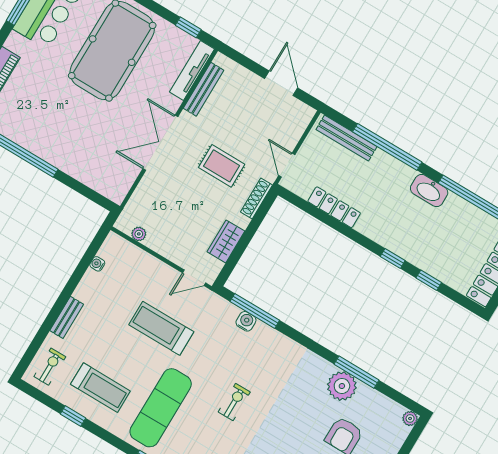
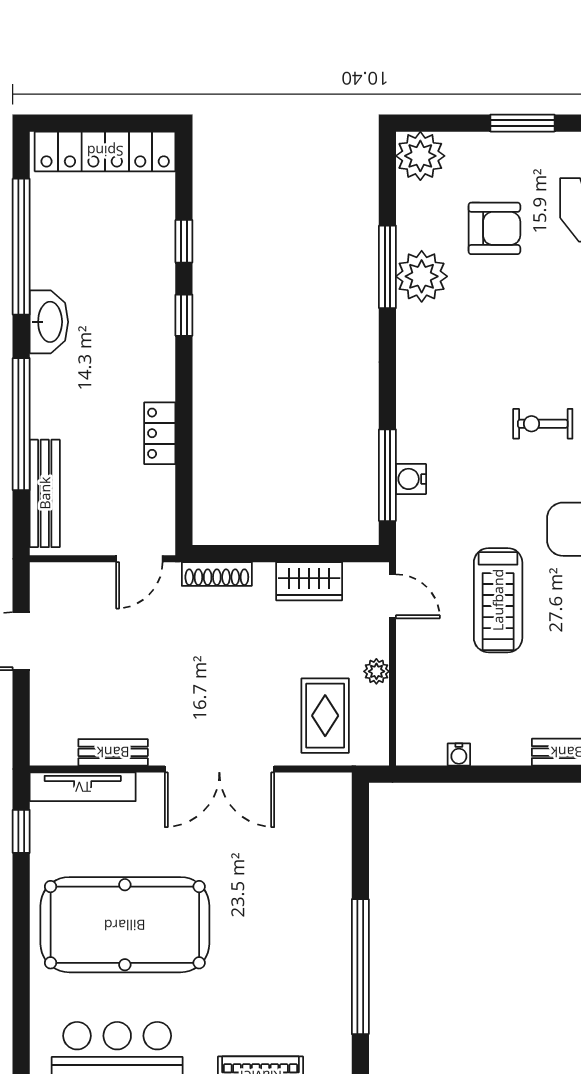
bench: (204, 89) -> (113, 752), width x0.73
rug: (222, 166) -> (325, 716), moved
locker: (334, 207) -> (160, 433), width x0.66
plant: (139, 234) -> (376, 671), moved
plant: (410, 418) -> (420, 156), width x1.88, depth x1.88

